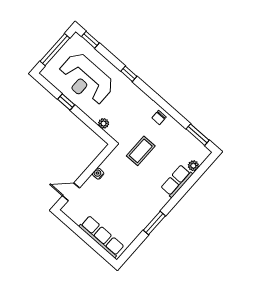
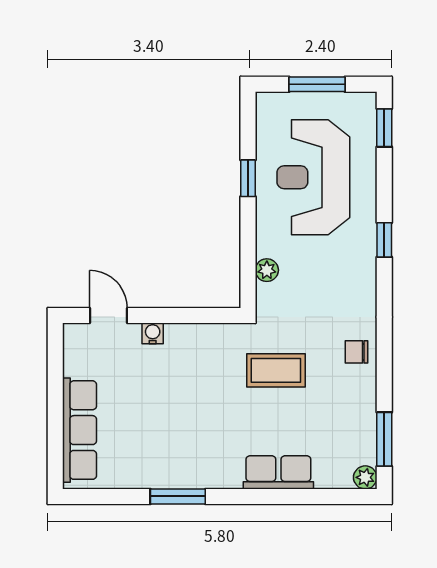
window: (55, 50) -> (317, 84), width x0.69
plant: (193, 166) -> (365, 477), moved
water cooler: (98, 174) -> (153, 333), moved

